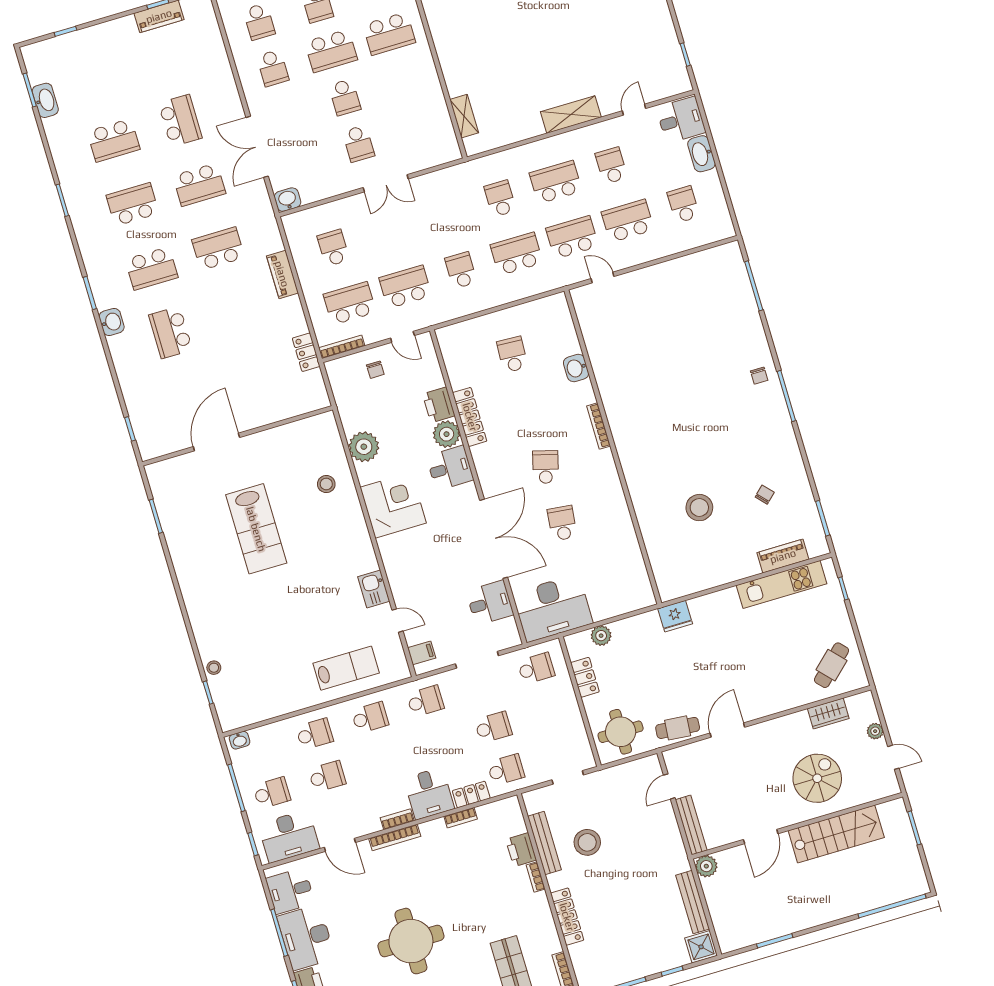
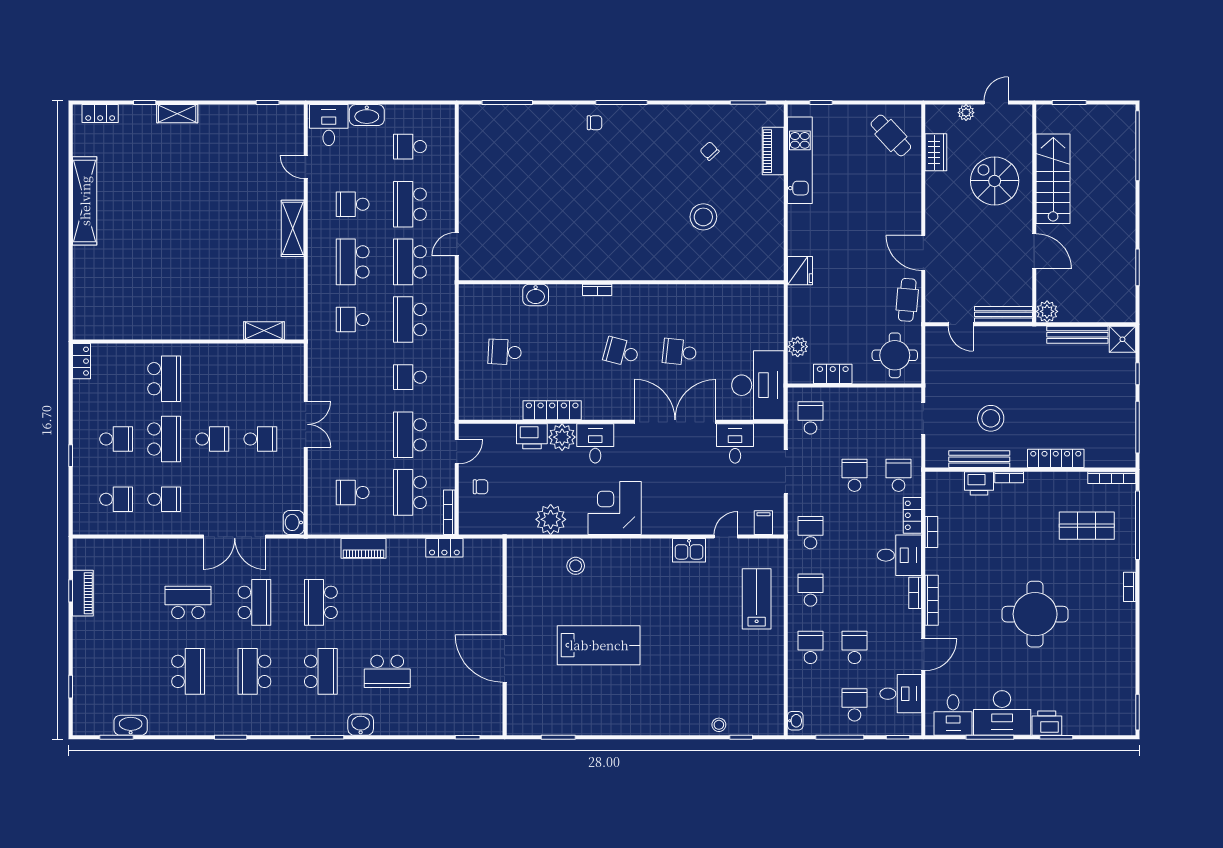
bookcase: (599, 426) -> (597, 290), width x0.64
desk: (289, 836) -> (901, 694), width x0.73

